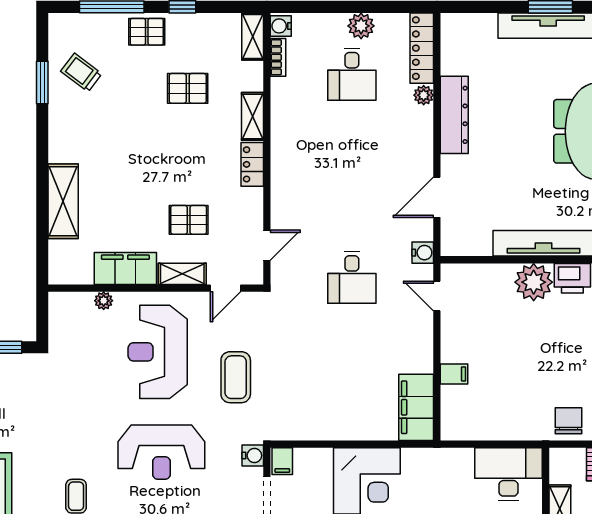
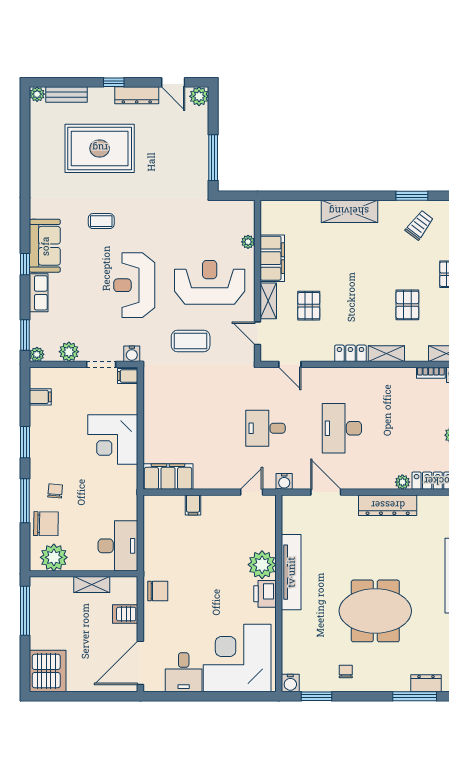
desk: (352, 74) -> (342, 428), moved, width x1.37
shelving: (63, 201) -> (349, 211), moved

